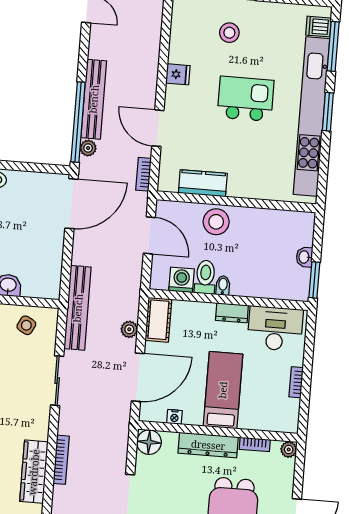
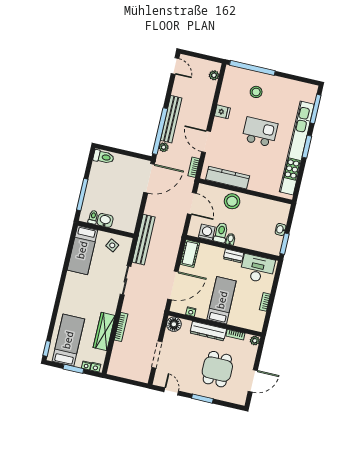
dishwasher: (318, 27) -> (309, 96), removed
kitchen counter: (203, 183) -> (228, 178), width x1.50
plant: (129, 329) -> (214, 75), moved

